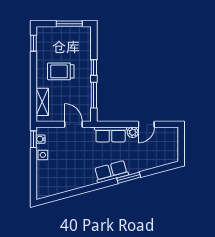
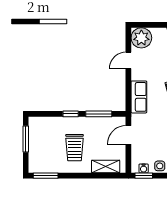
window: (33, 43) -> (46, 176), width x1.50
door: (146, 124) -> (128, 60), swing flipped
plant: (133, 132) -> (141, 38), moved, width x1.87, depth x1.87

